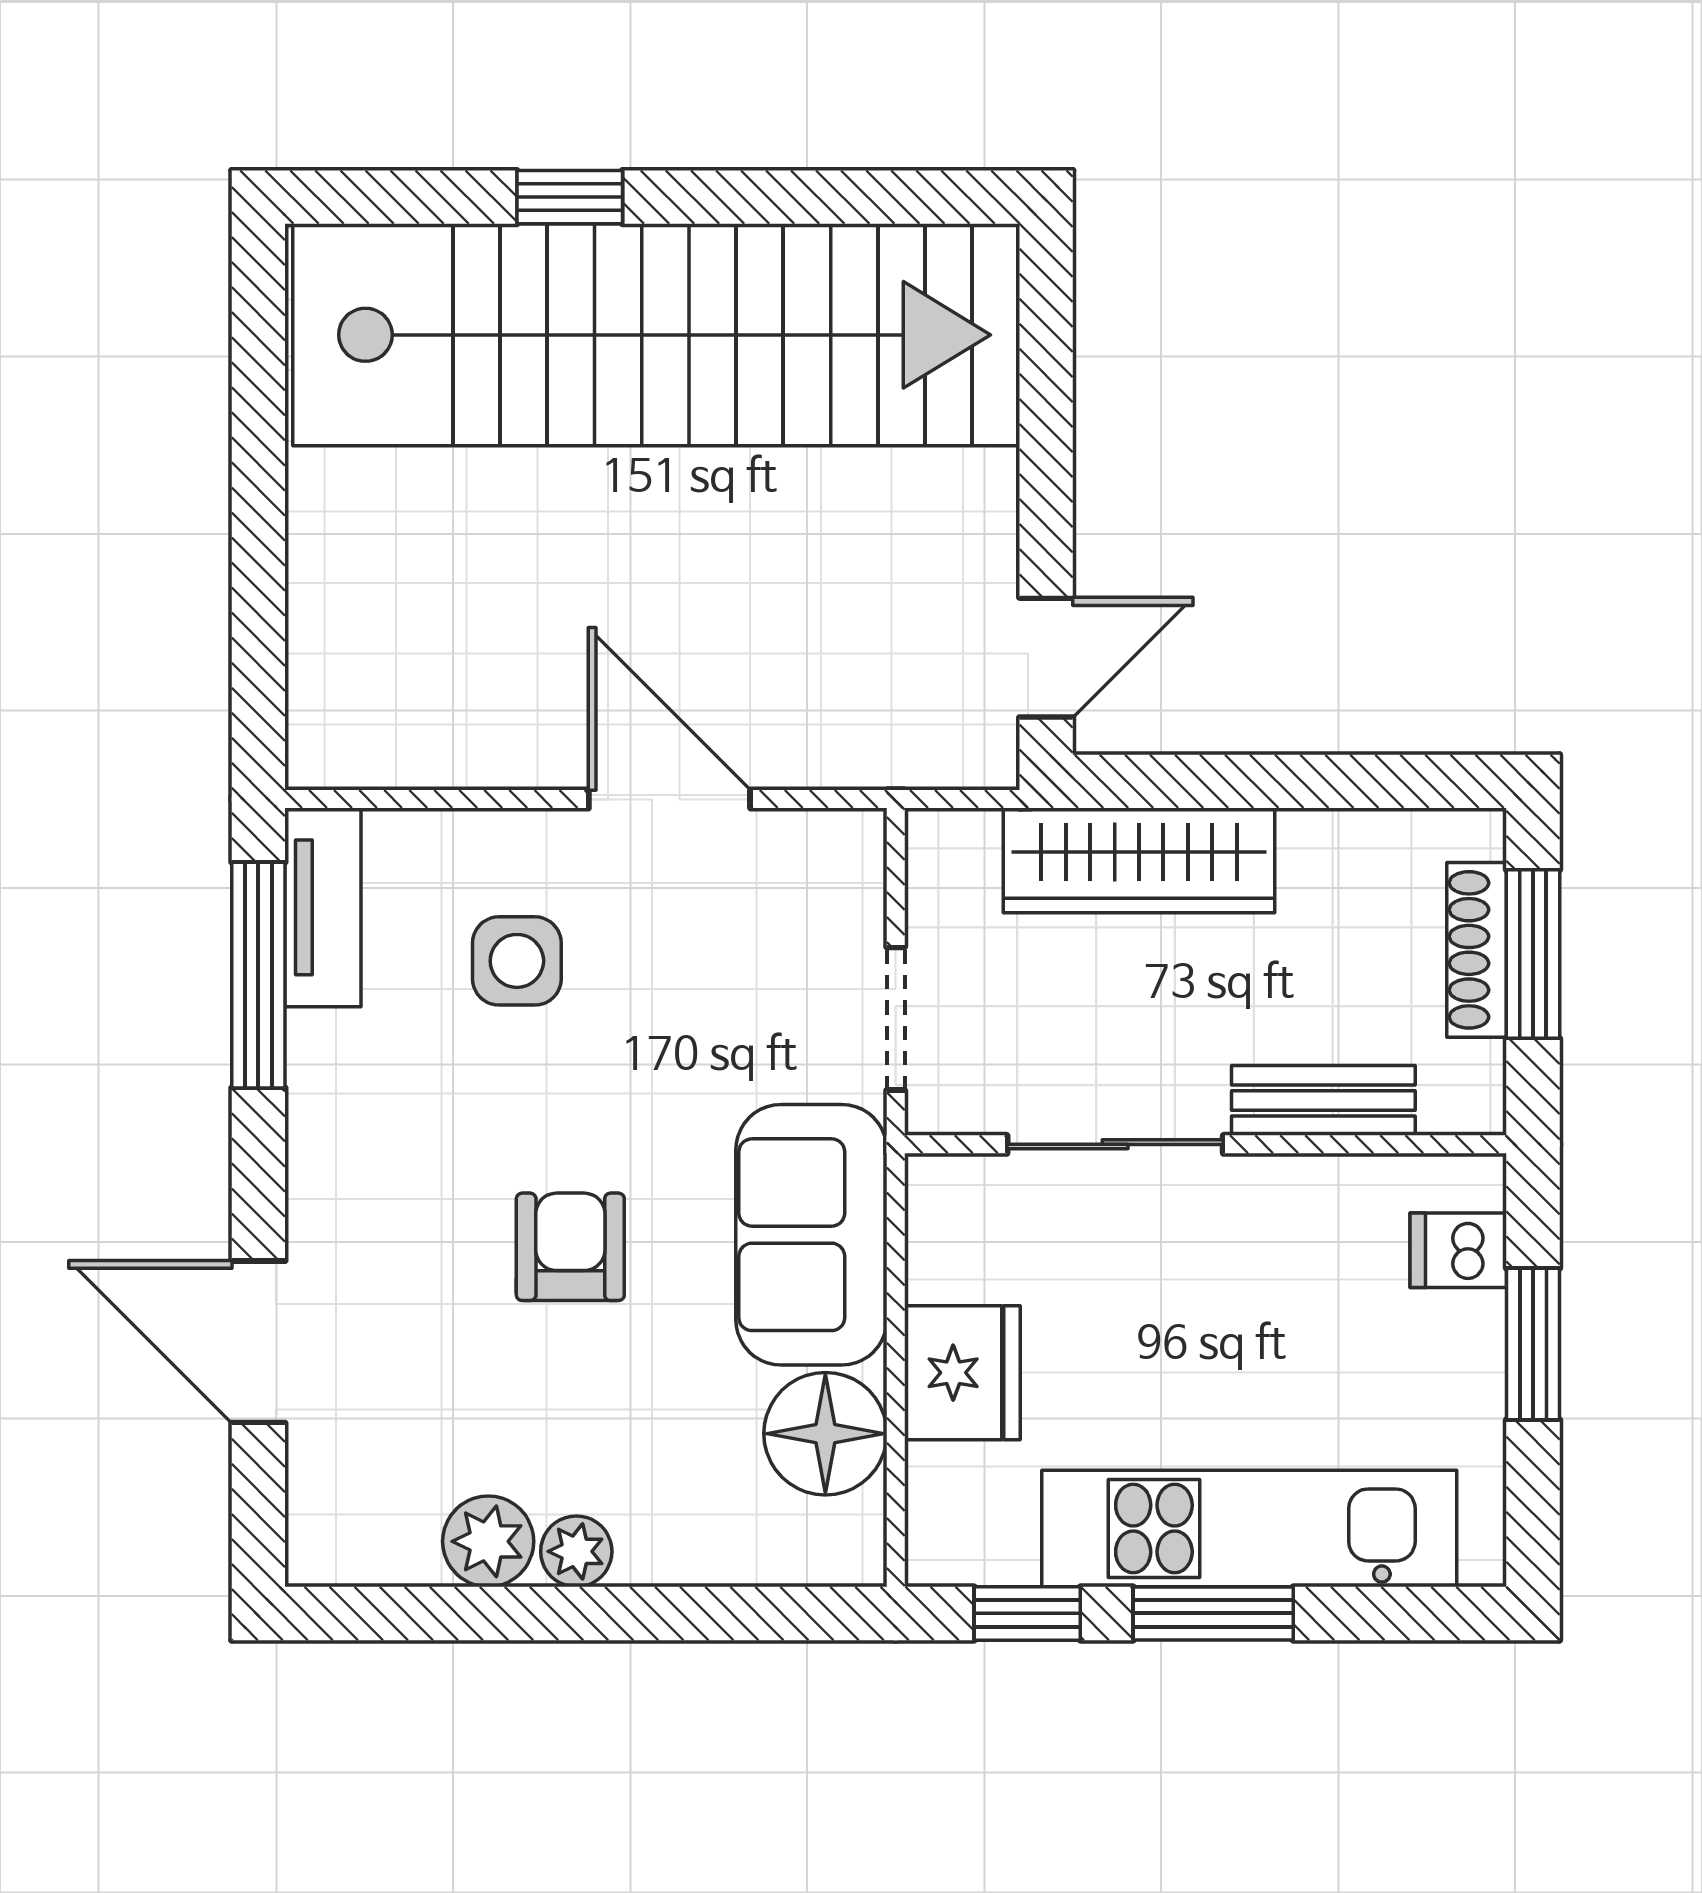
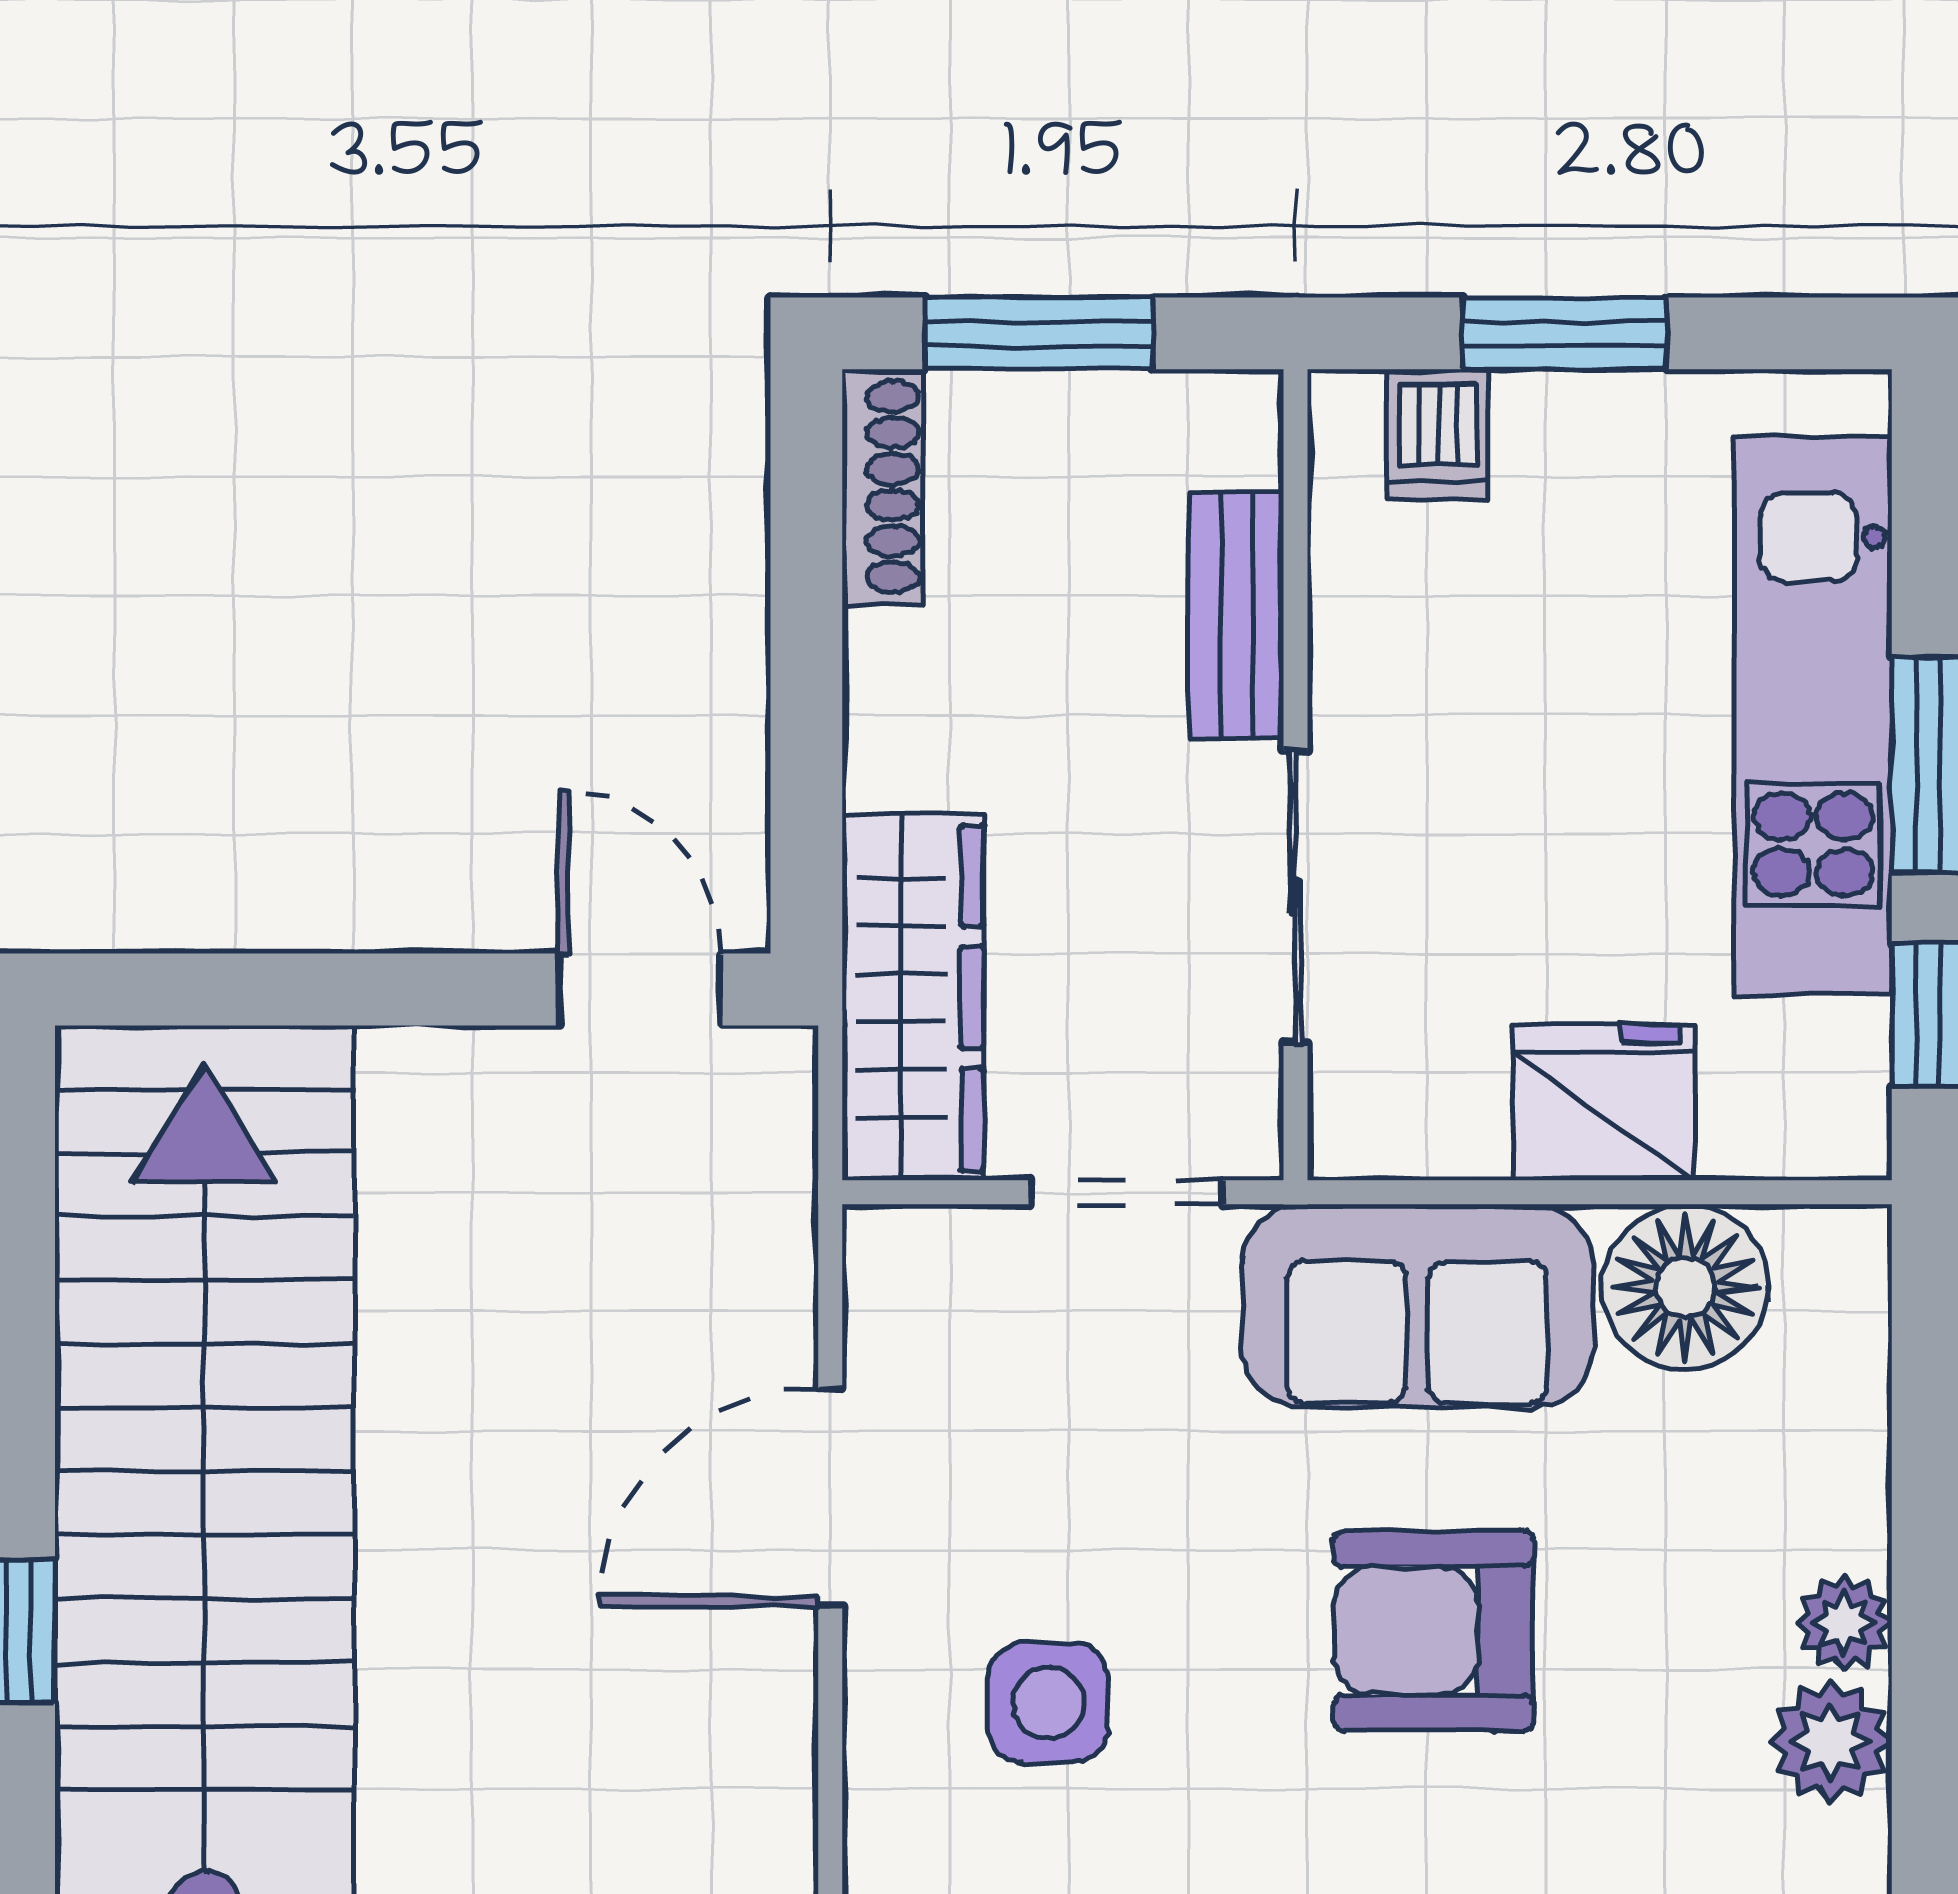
wardrobe: (1139, 860) -> (913, 998), moved
shoe rack: (1477, 950) -> (882, 487), moved, turned -90
armchair: (570, 1247) -> (1434, 1631), width x1.38, depth x1.38

